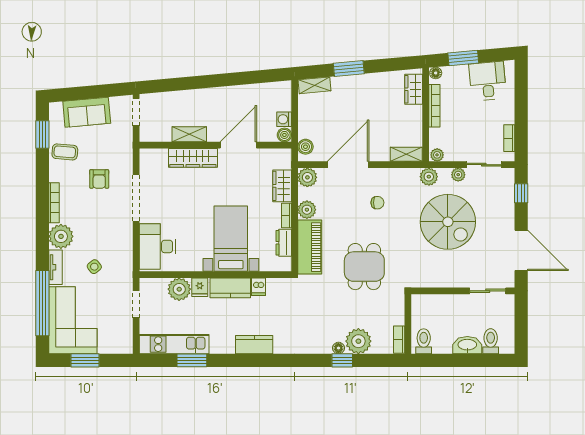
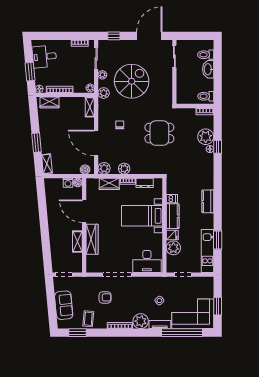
piano: (310, 247) -> (147, 167), removed

